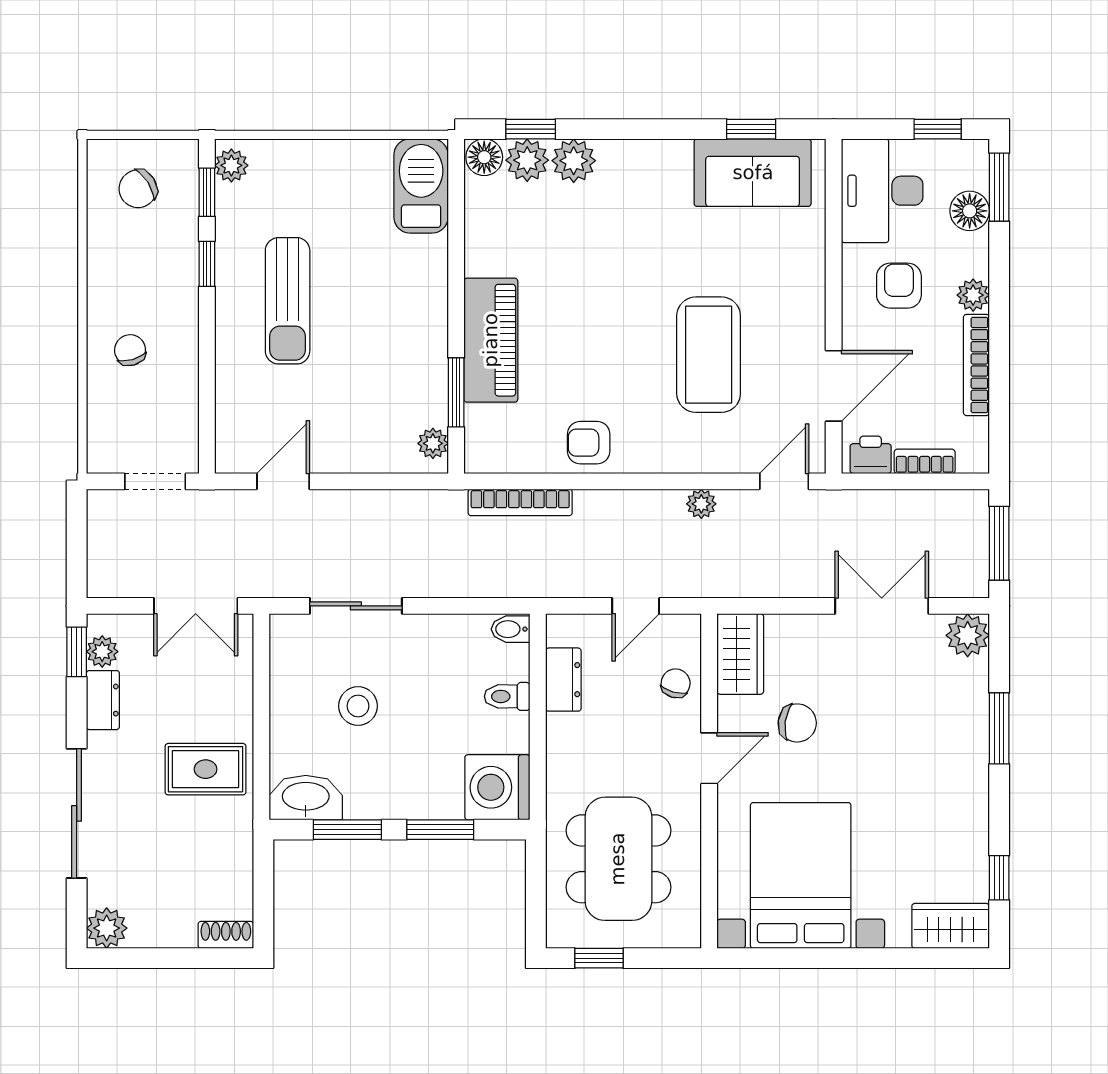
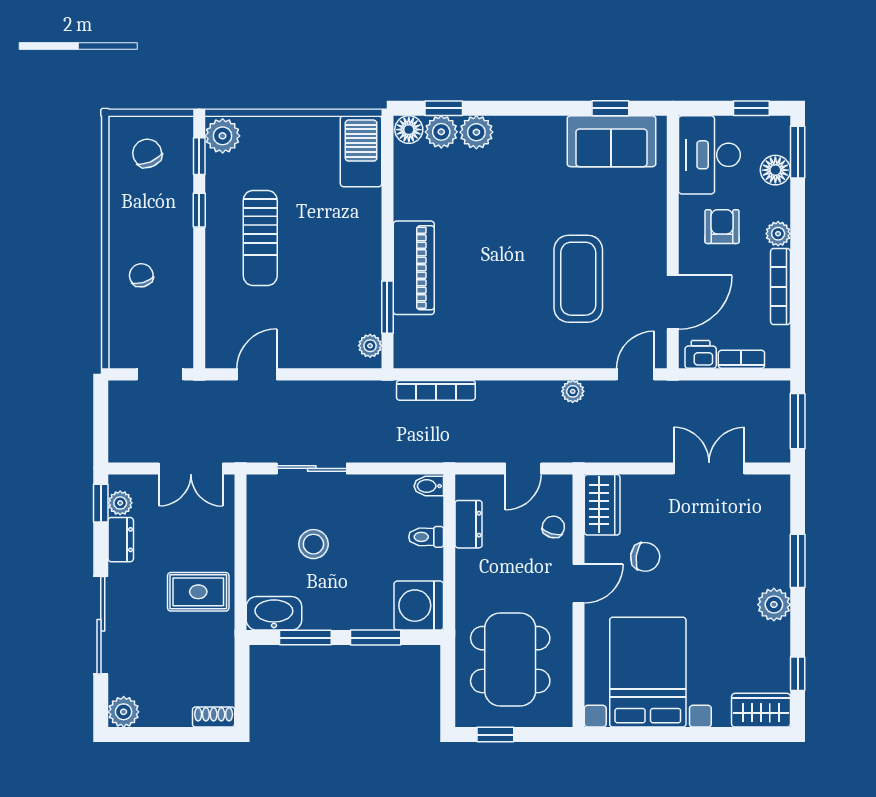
plant: (231, 165) -> (223, 136), width x1.38, depth x1.38
chair: (138, 189) -> (147, 153), turned 99
armchair: (589, 443) -> (488, 345), removed
plant: (968, 635) -> (774, 605), moved

